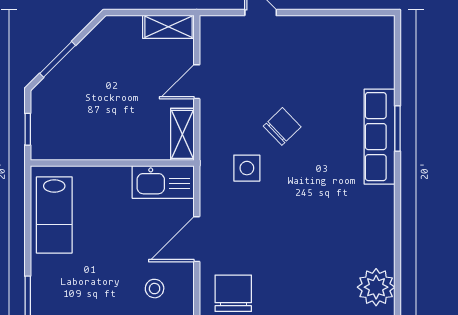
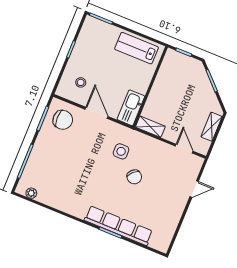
shelving: (168, 27) -> (212, 127), moved
door: (197, 82) -> (184, 149), moved
row of seats: (379, 137) -> (118, 226), width x1.36
plant: (376, 287) -> (31, 193), width x0.53, depth x0.53

